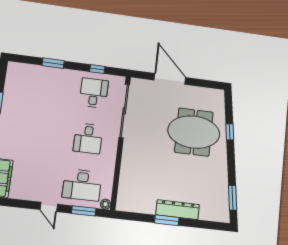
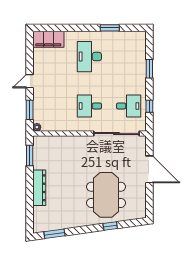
door: (170, 79) -> (149, 169), hinge flipped
desk: (82, 185) -> (89, 57), moved
window: (167, 220) -> (30, 155), moved

